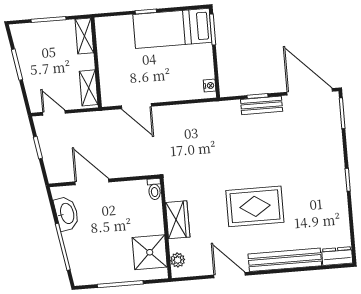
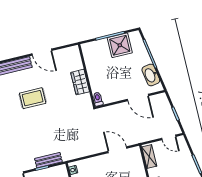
bench: (262, 105) -> (48, 160), moved
rug: (255, 206) -> (33, 98), width x0.73, depth x0.70
shower: (150, 252) -> (120, 45), moved
plant: (178, 260) -> (76, 57), removed

